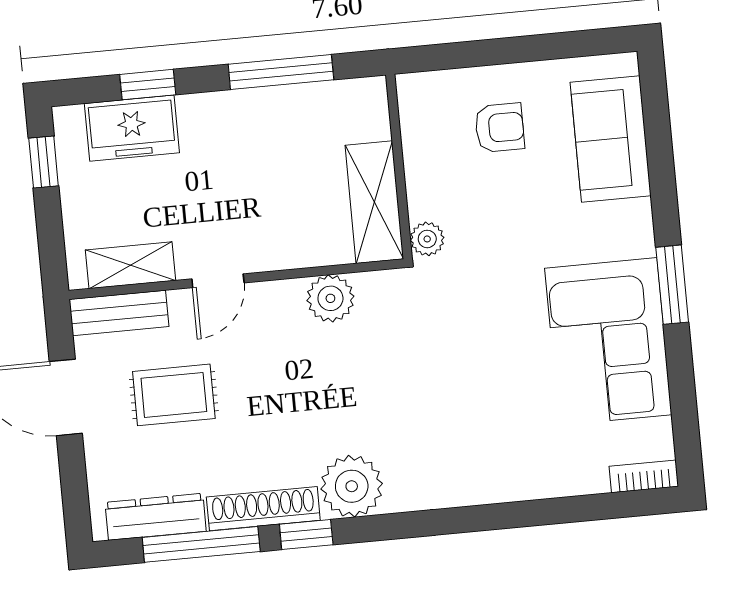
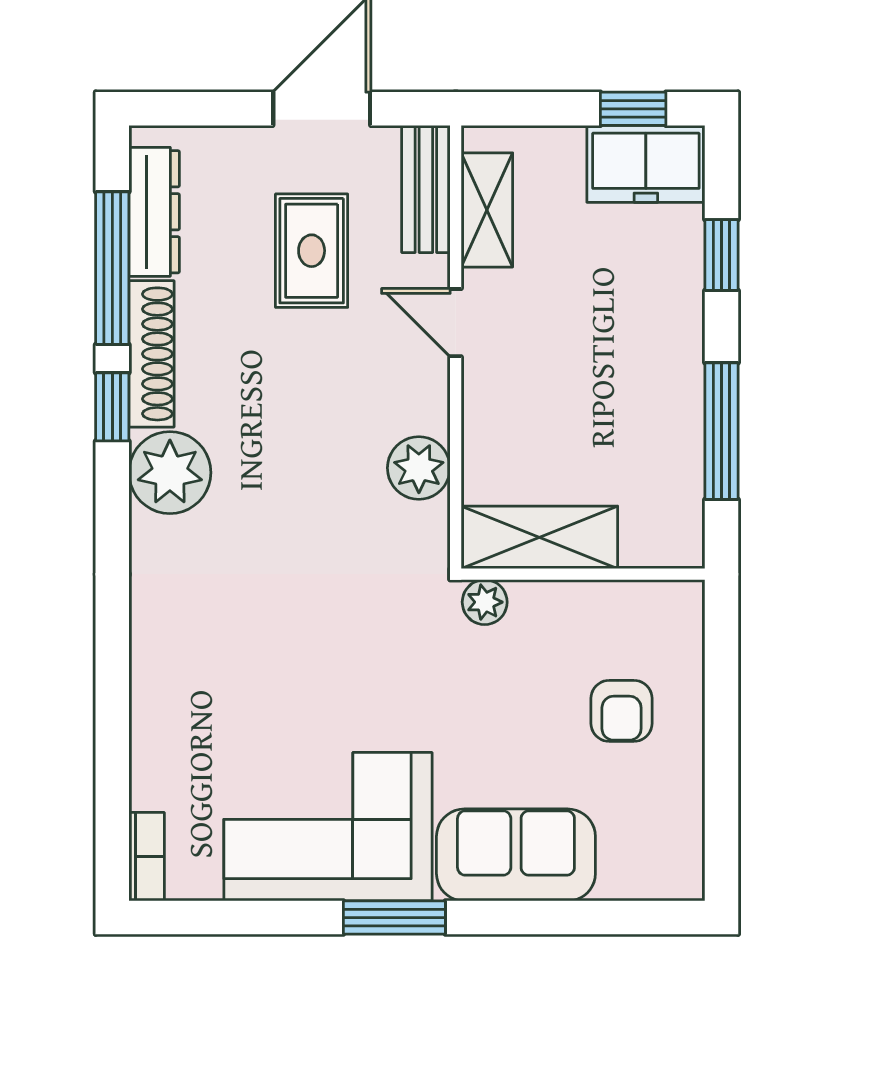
freezer: (132, 128) -> (646, 164), moved, turned -90
sofa: (611, 139) -> (516, 855), moved

